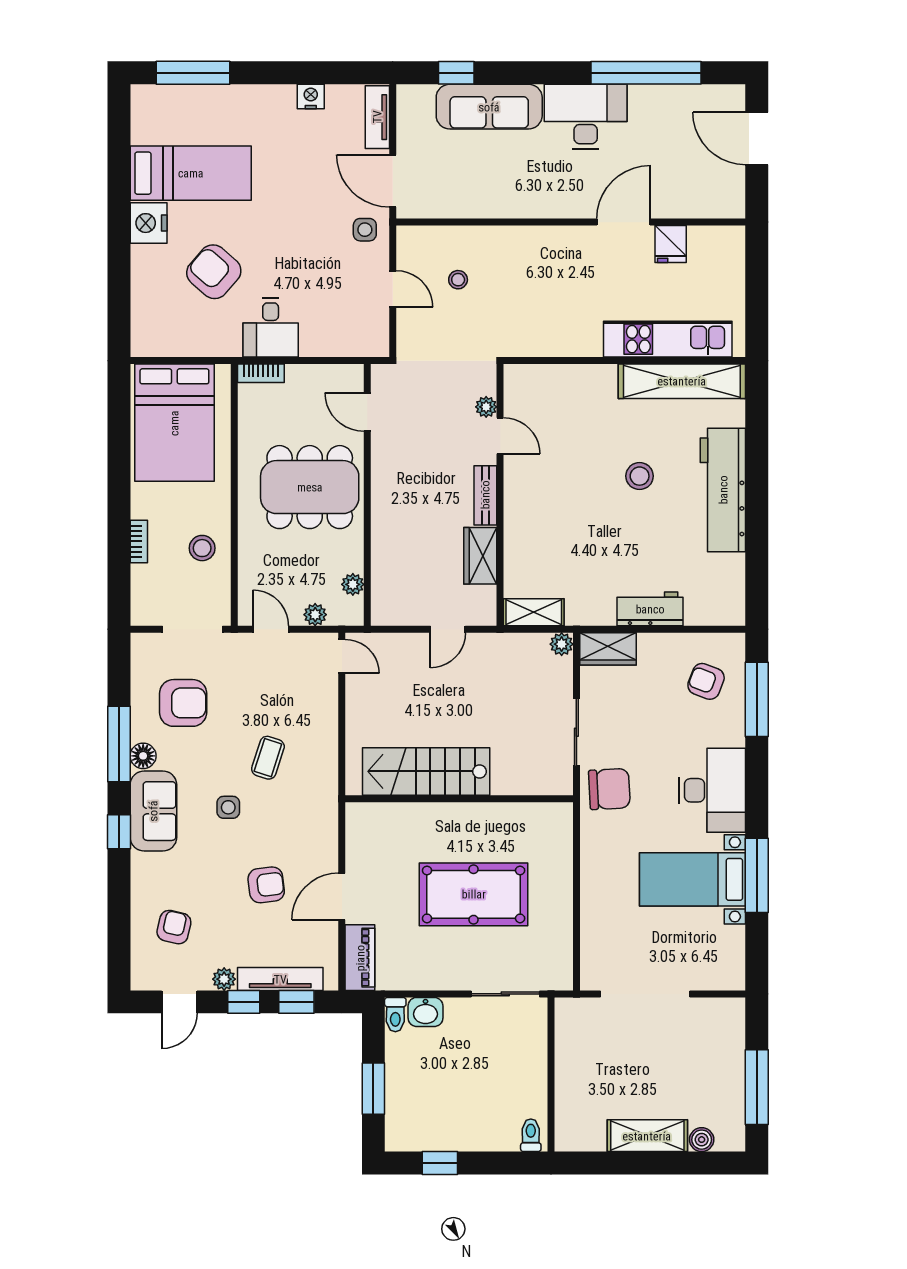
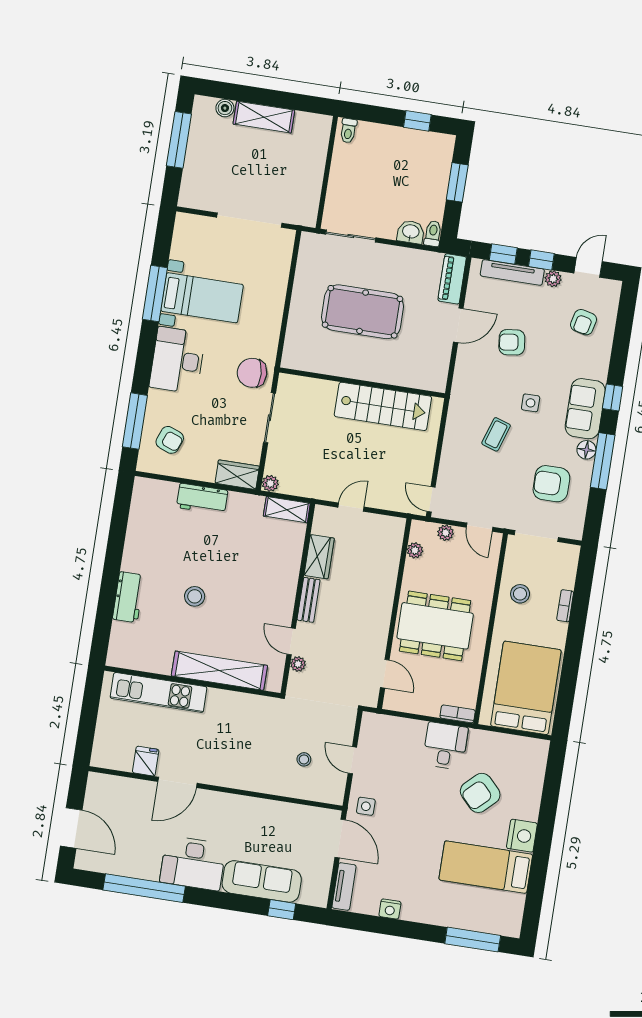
armchair: (214, 272) -> (480, 793), turned 95
shelving: (682, 381) -> (219, 671), moved
workbench: (723, 490) -> (128, 597), width x0.53, depth x0.76

